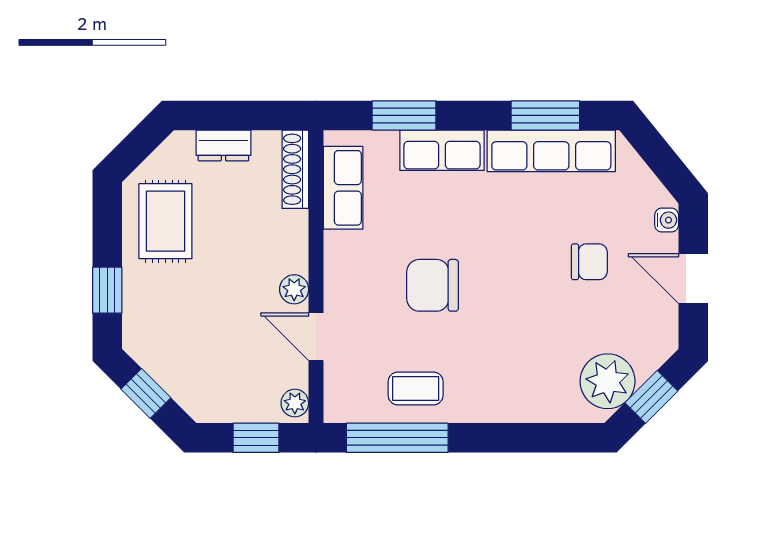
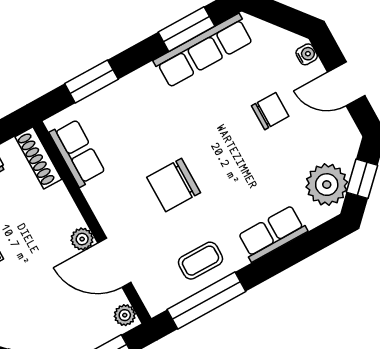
row of seats: (442, 150) -> (272, 234), moved, turned 180
door: (316, 337) -> (114, 263), width x1.37

